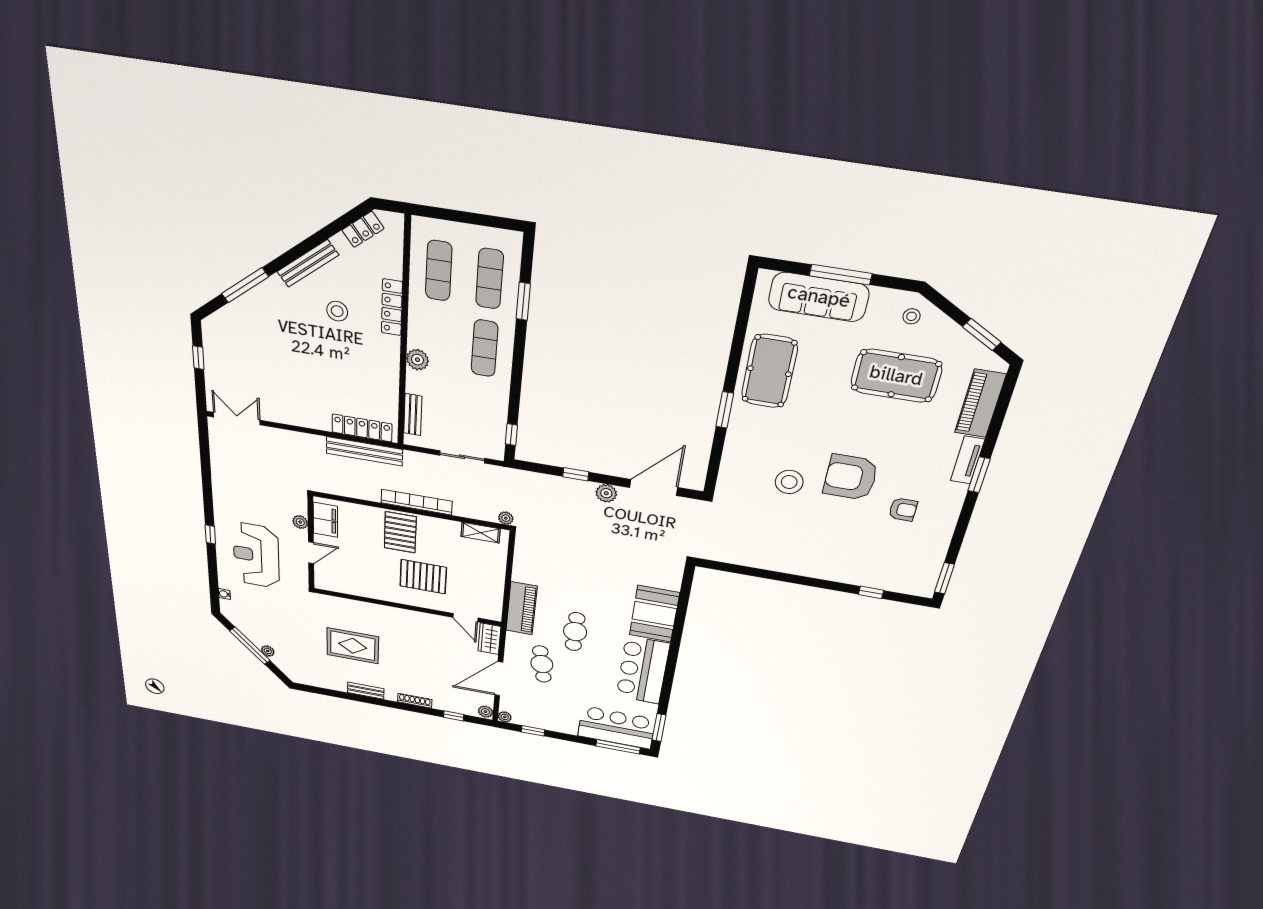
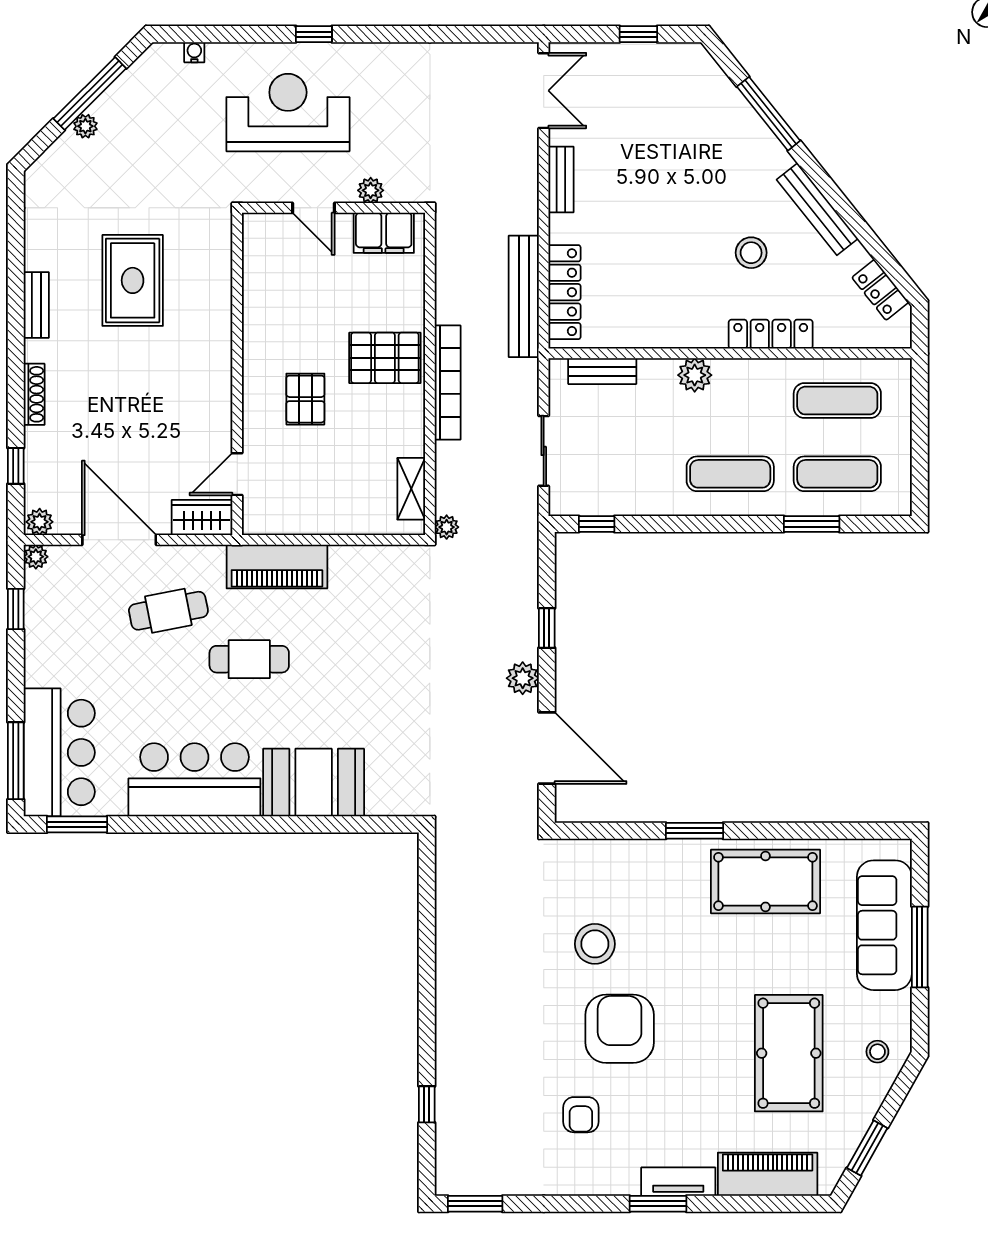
bench: (291, 418) -> (561, 179), added
pallet: (423, 577) -> (305, 399), width x0.67, depth x0.71

